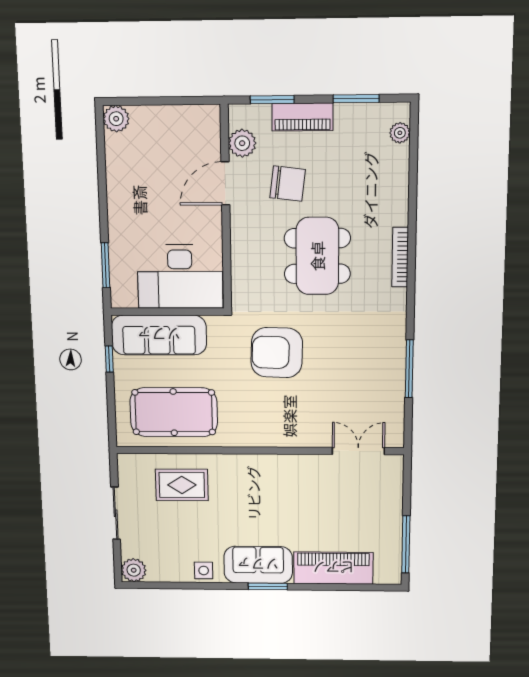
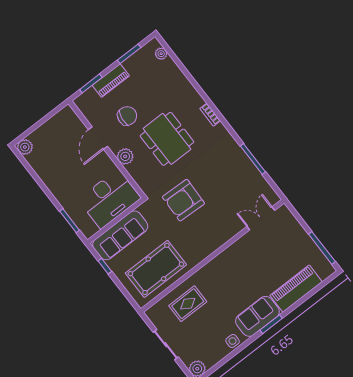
plant: (242, 143) -> (125, 156), moved
bookcase: (400, 257) -> (210, 115), width x0.64

